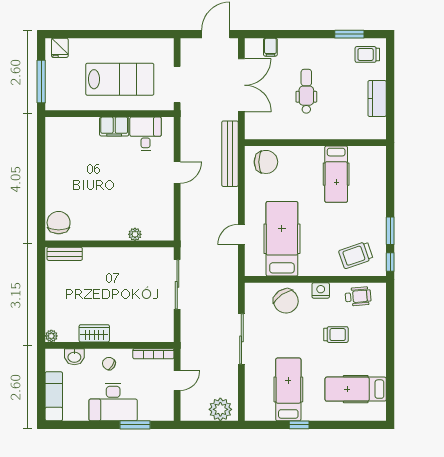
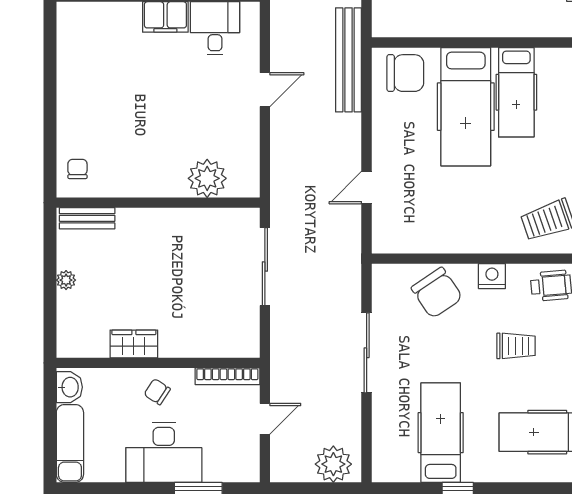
chair: (59, 223) -> (77, 169), width x0.54, depth x0.54
plant: (135, 234) -> (207, 178), width x1.87, depth x1.87
hospital bed: (282, 239) -> (466, 107), moved, turned 180
plant: (51, 336) -> (66, 280), moved
washbasin: (74, 357) -> (69, 387), moved, turned -90

